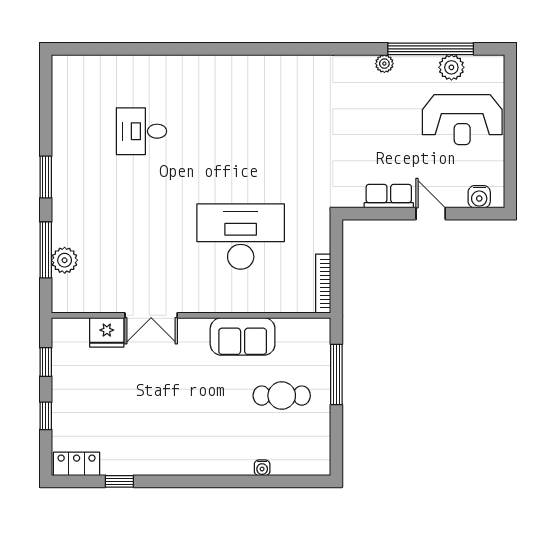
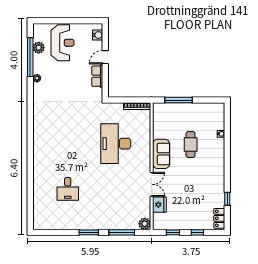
plant: (65, 260) -> (145, 224), moved
sofa: (243, 336) -> (161, 154), moved
cafe table: (282, 396) -> (191, 145), moved

